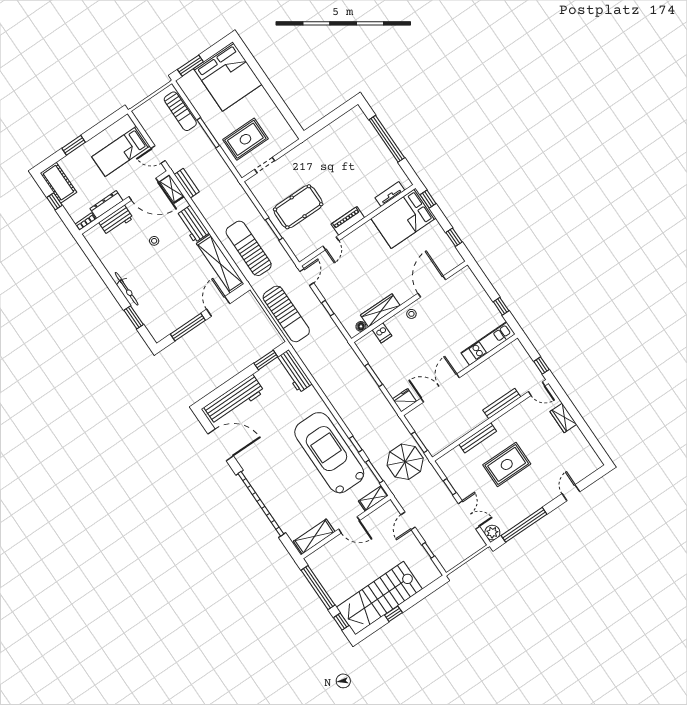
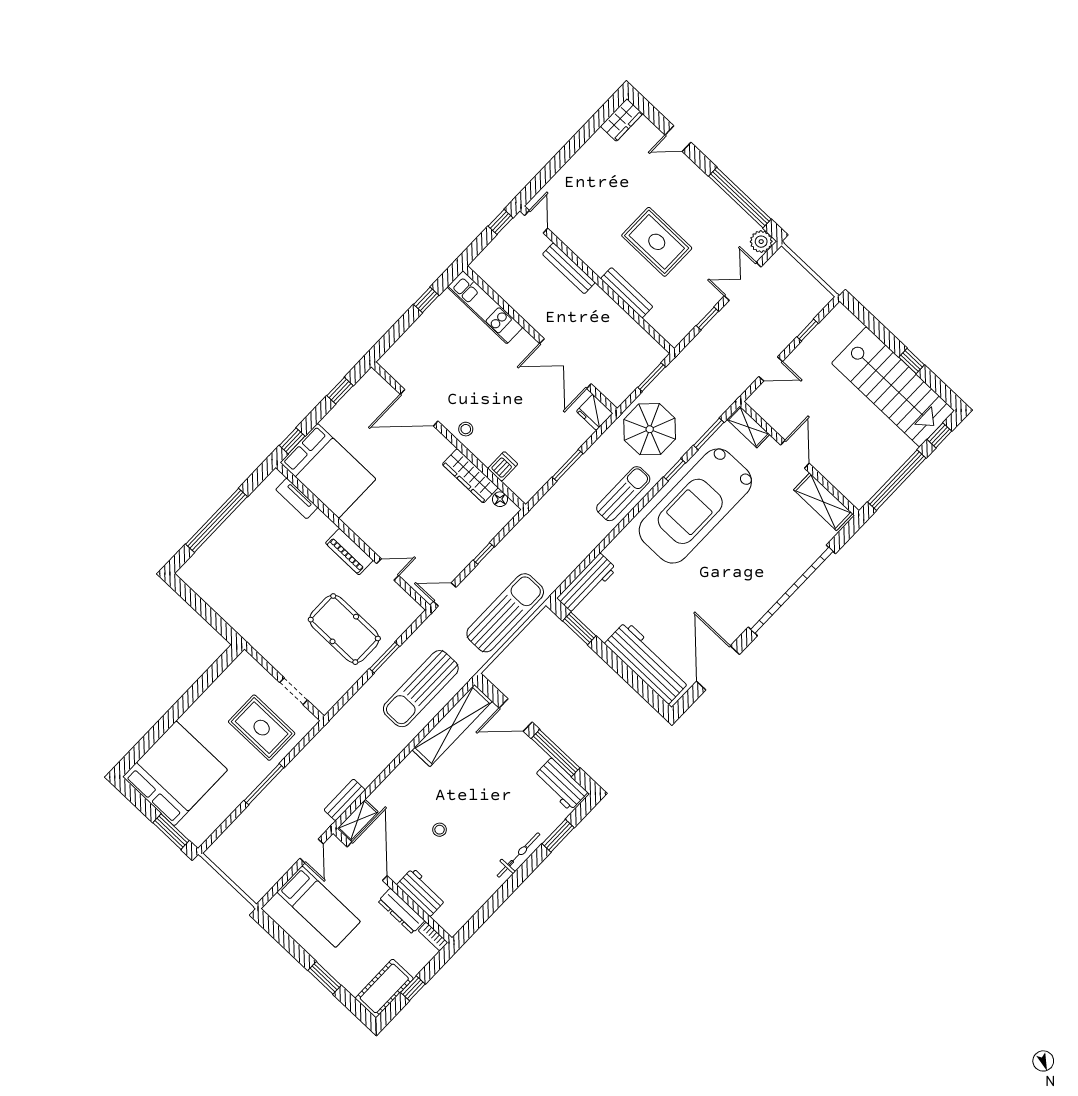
sun lounger: (180, 111) -> (623, 494), moved
workbench: (193, 224) -> (561, 784), moved, turned 90
wardrobe: (563, 418) -> (622, 120), moved
parasol: (405, 462) -> (650, 429), moved

